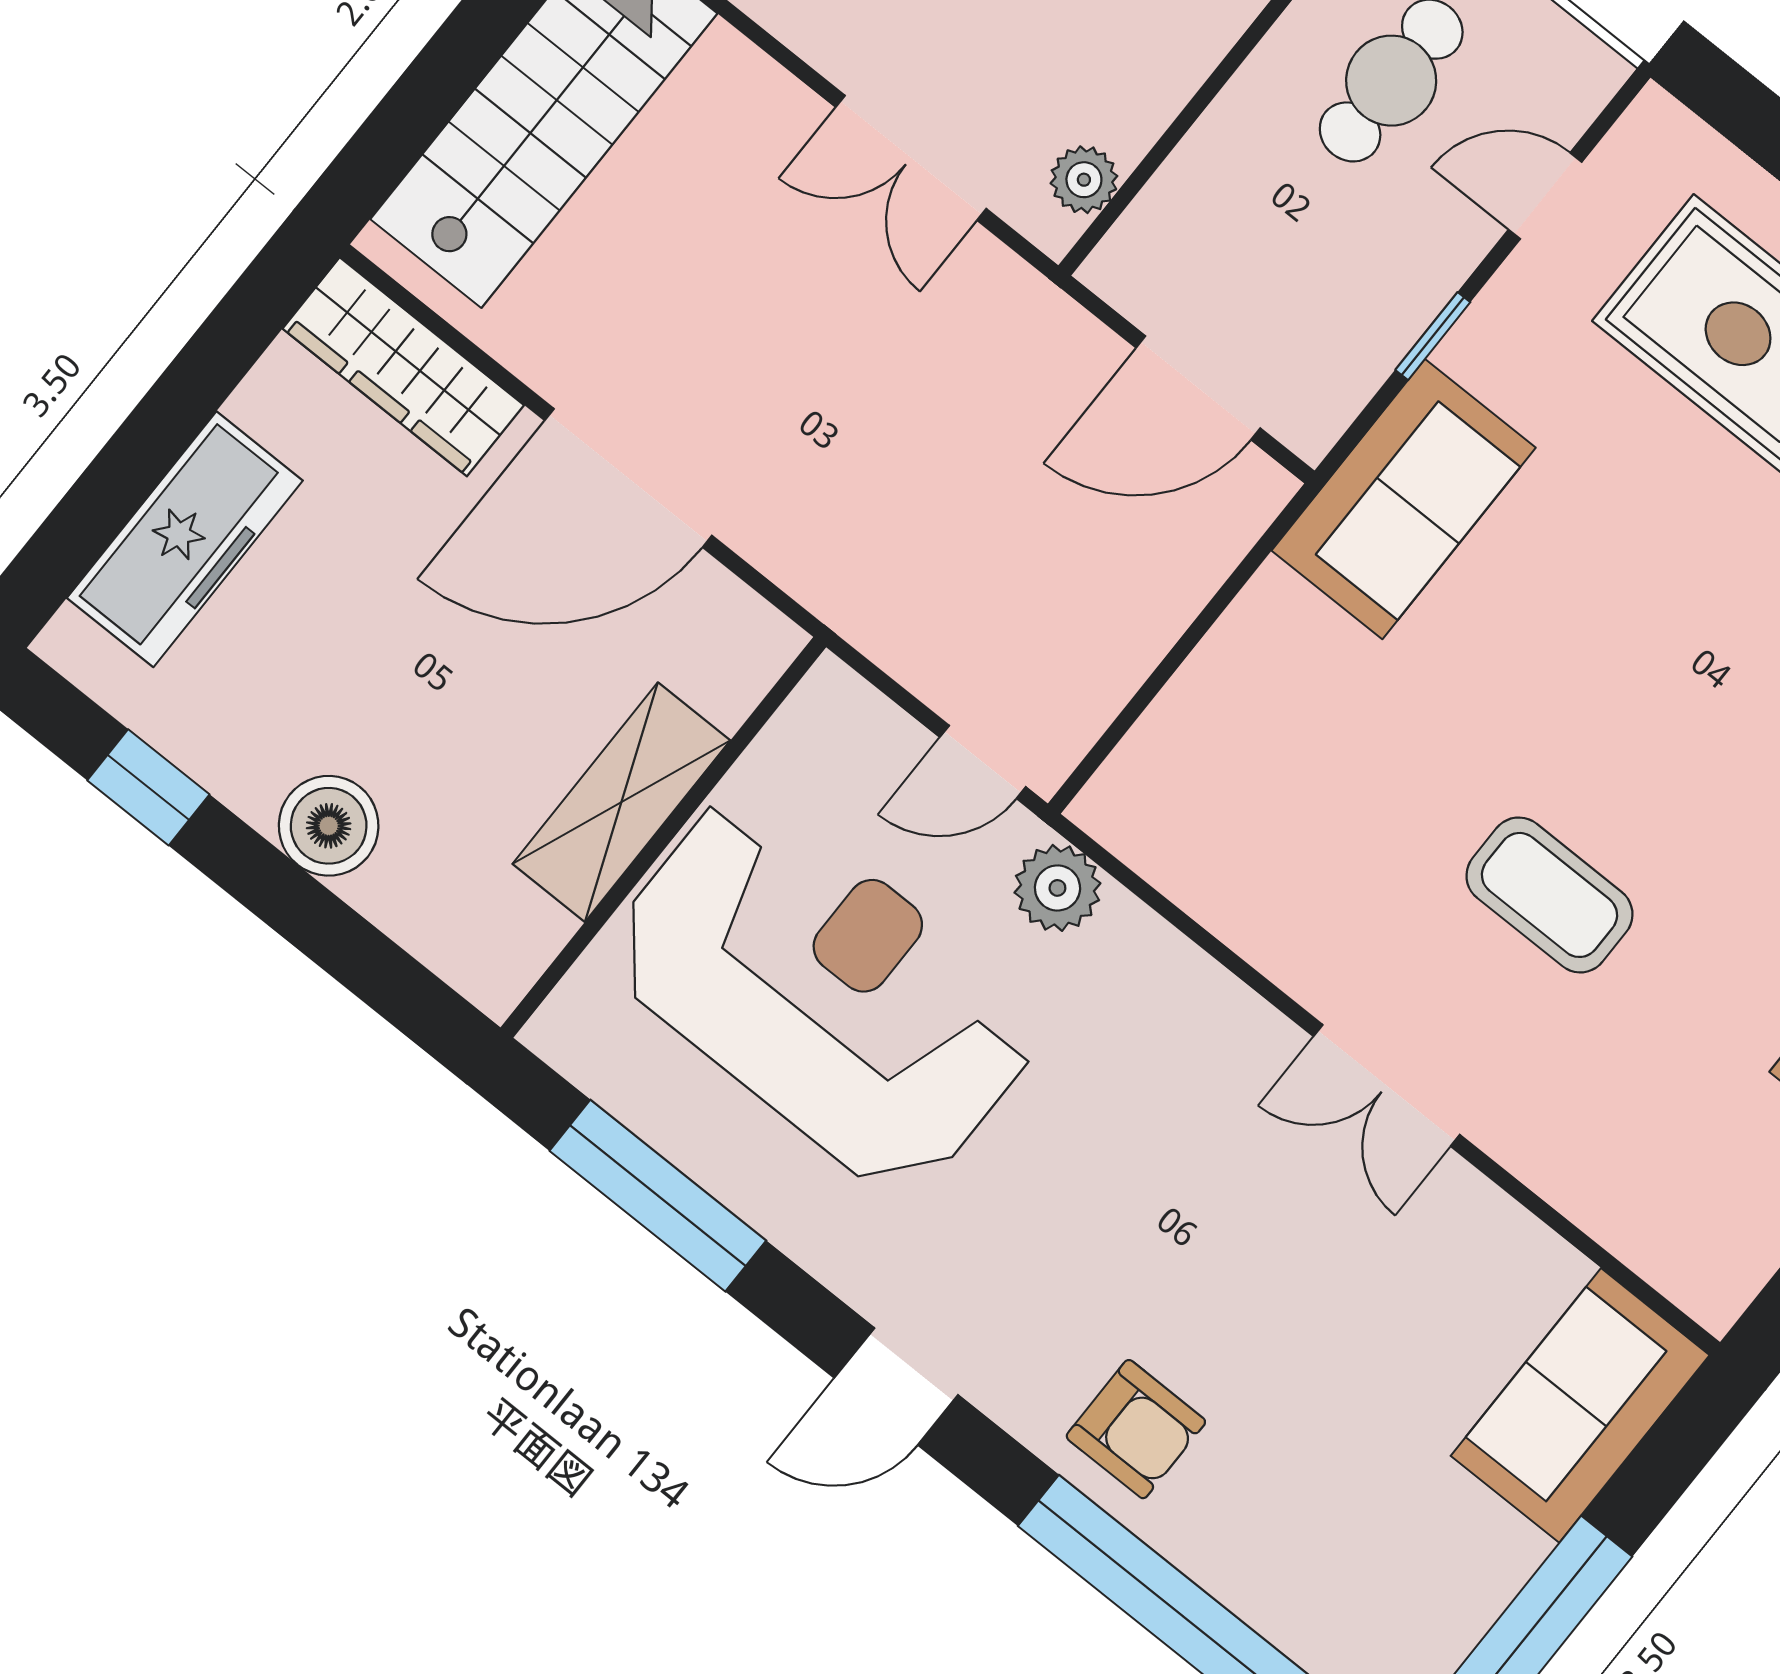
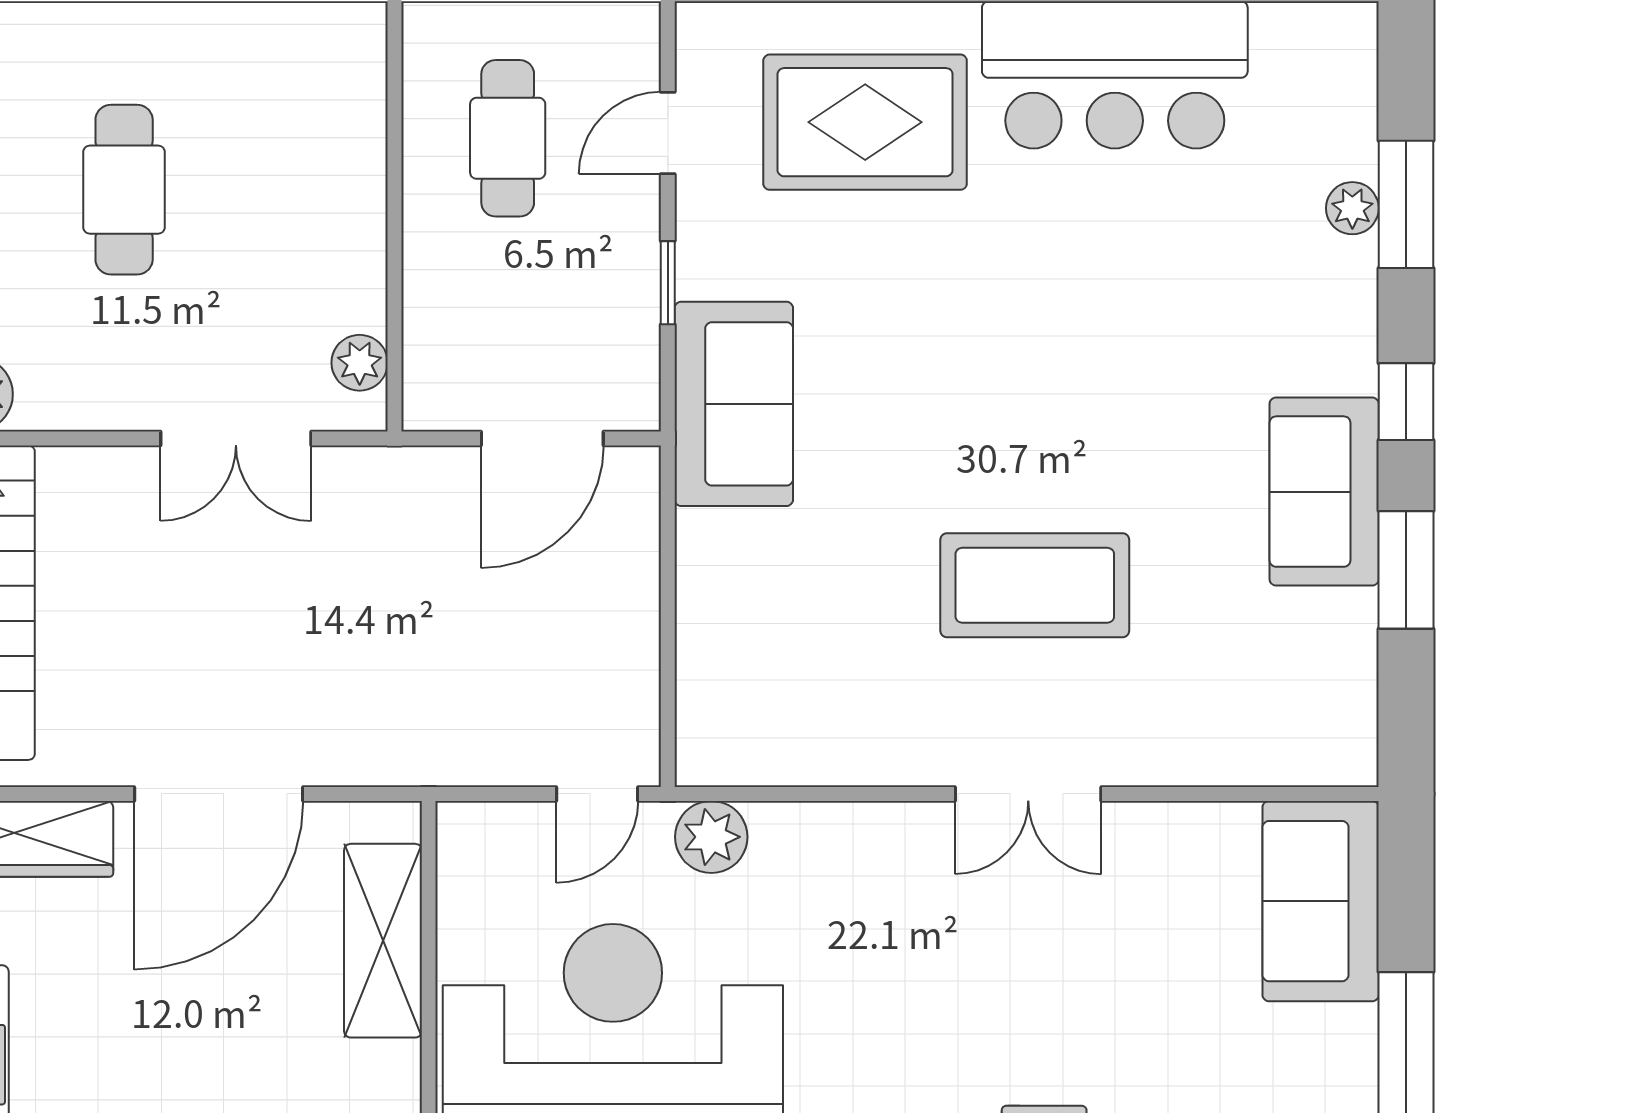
shelving: (621, 802) -> (383, 941), moved
coffee table: (1549, 895) -> (1035, 585), width x1.36, depth x1.32

